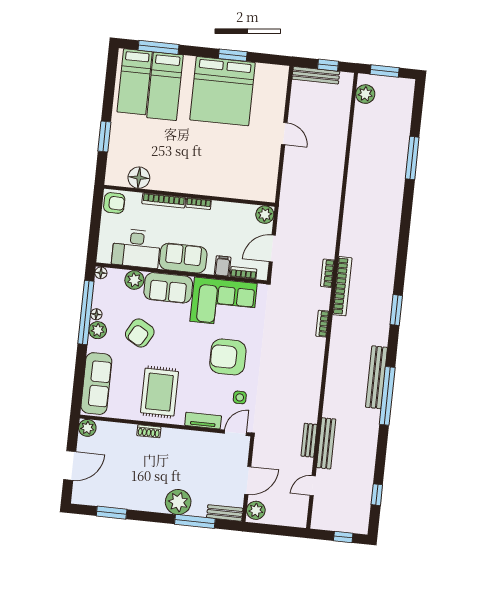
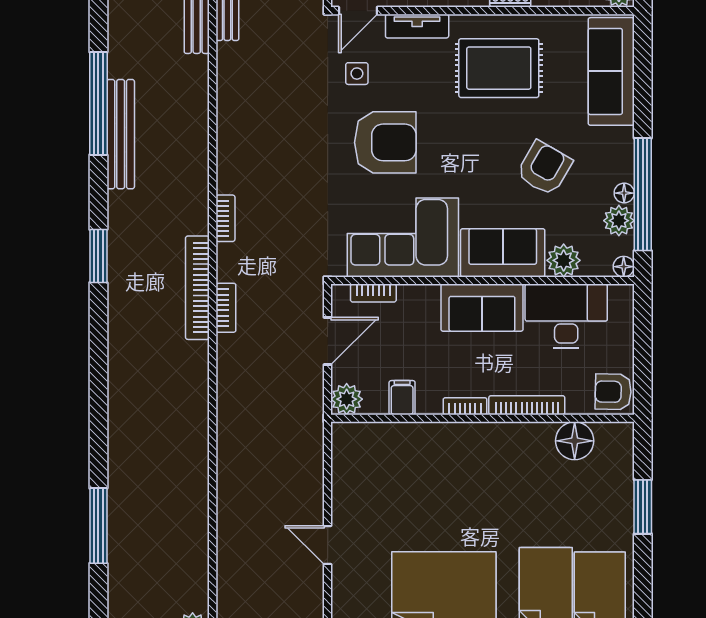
filing cabinet: (223, 266) -> (402, 398), moved, turned 180
plant: (98, 330) -> (619, 221), moved
rug: (159, 392) -> (499, 68), turned 90

